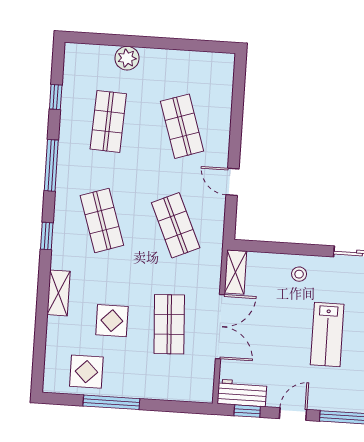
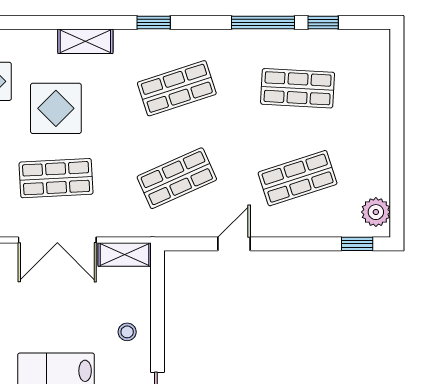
plant: (127, 58) -> (376, 212), moved
window: (239, 81) -> (357, 244), added
window: (51, 165) -> (263, 23), moved
display table: (112, 321) -> (56, 108), width x1.36, depth x1.36

